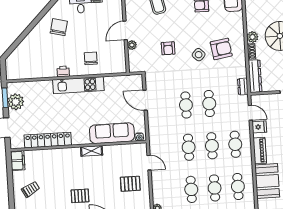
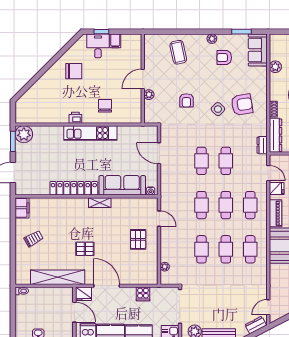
chair: (59, 27) -> (74, 71), turned 76
plant: (252, 37) -> (275, 67), moved
plant: (16, 102) -> (24, 134), moved
locker: (48, 140) -> (74, 188), moved
pallet: (130, 184) -> (138, 239), turned 90

